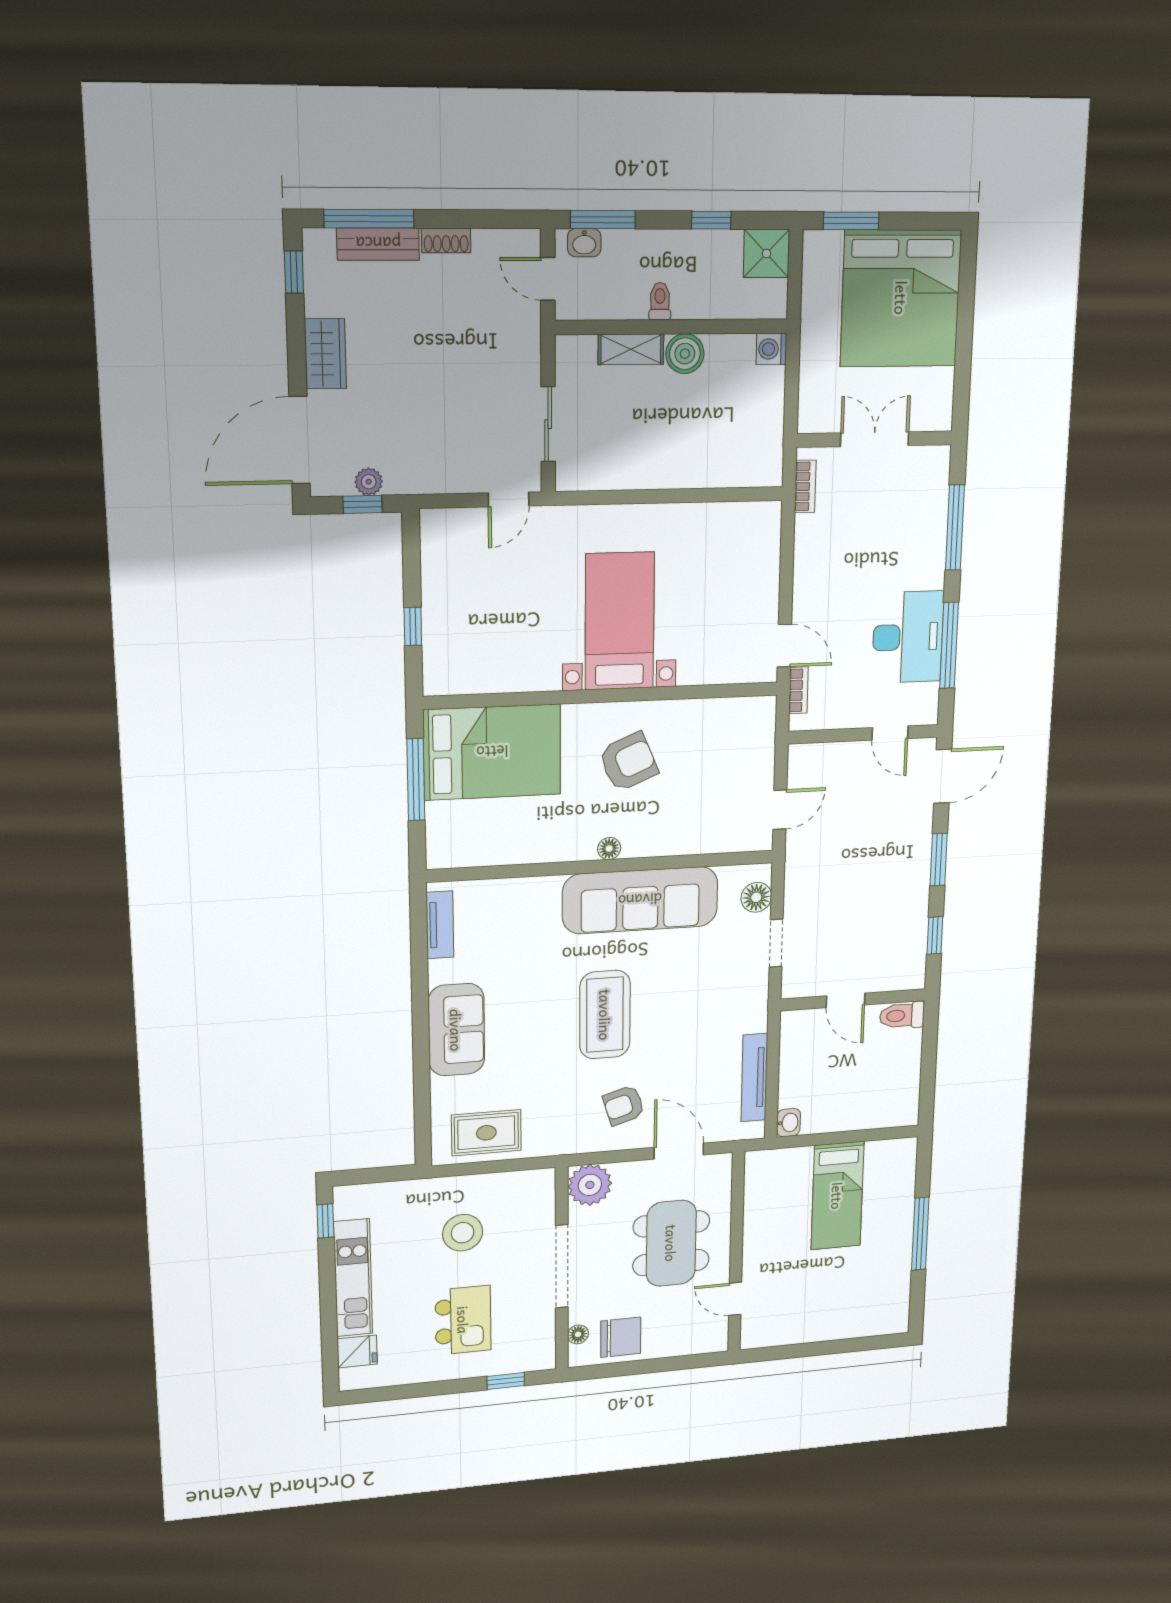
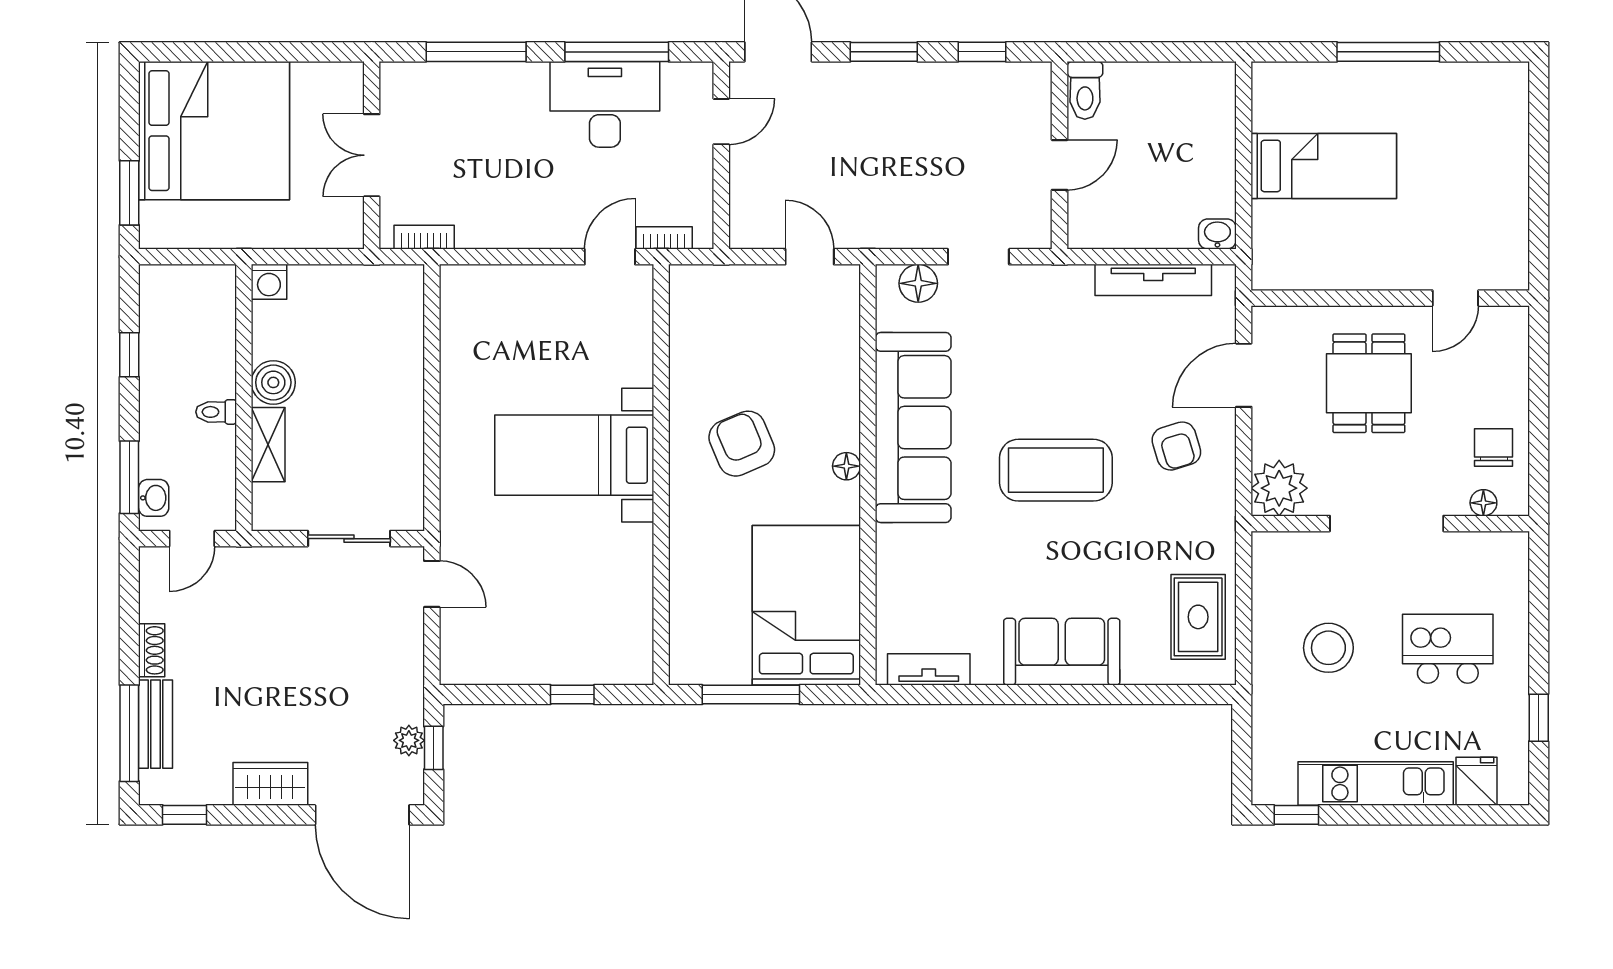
shower: (766, 254) -> (165, 290), removed
bed: (492, 752) -> (806, 605), moved
dining table: (671, 1243) -> (1369, 383), width x0.73
chair: (621, 1337) -> (1494, 447), width x0.73, depth x0.73
window: (506, 1381) -> (1539, 718), moved

